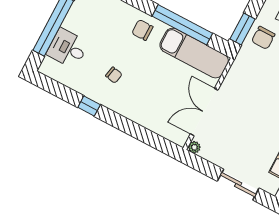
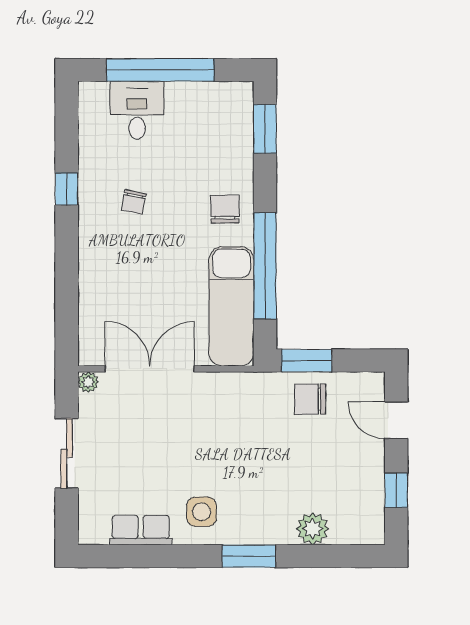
sliding door: (238, 185) -> (67, 453), moved

